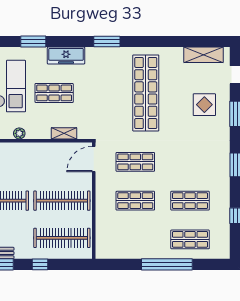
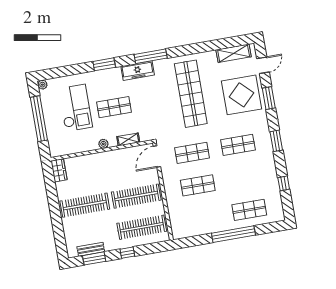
window: (33, 41) -> (104, 64), moved
window: (107, 41) -> (151, 56), width x1.44
freezer: (66, 56) -> (138, 71), moved
display table: (204, 105) -> (242, 95), width x1.86, depth x1.86
plant: (19, 133) -> (103, 144), moved
shop shelf: (190, 201) -> (238, 145), moved

